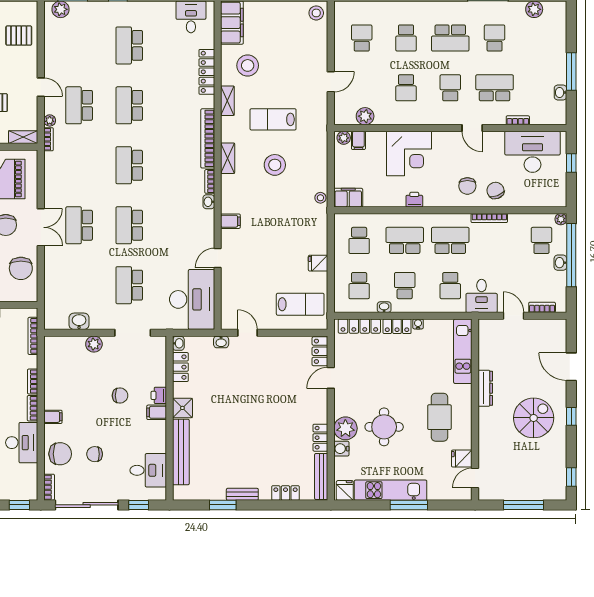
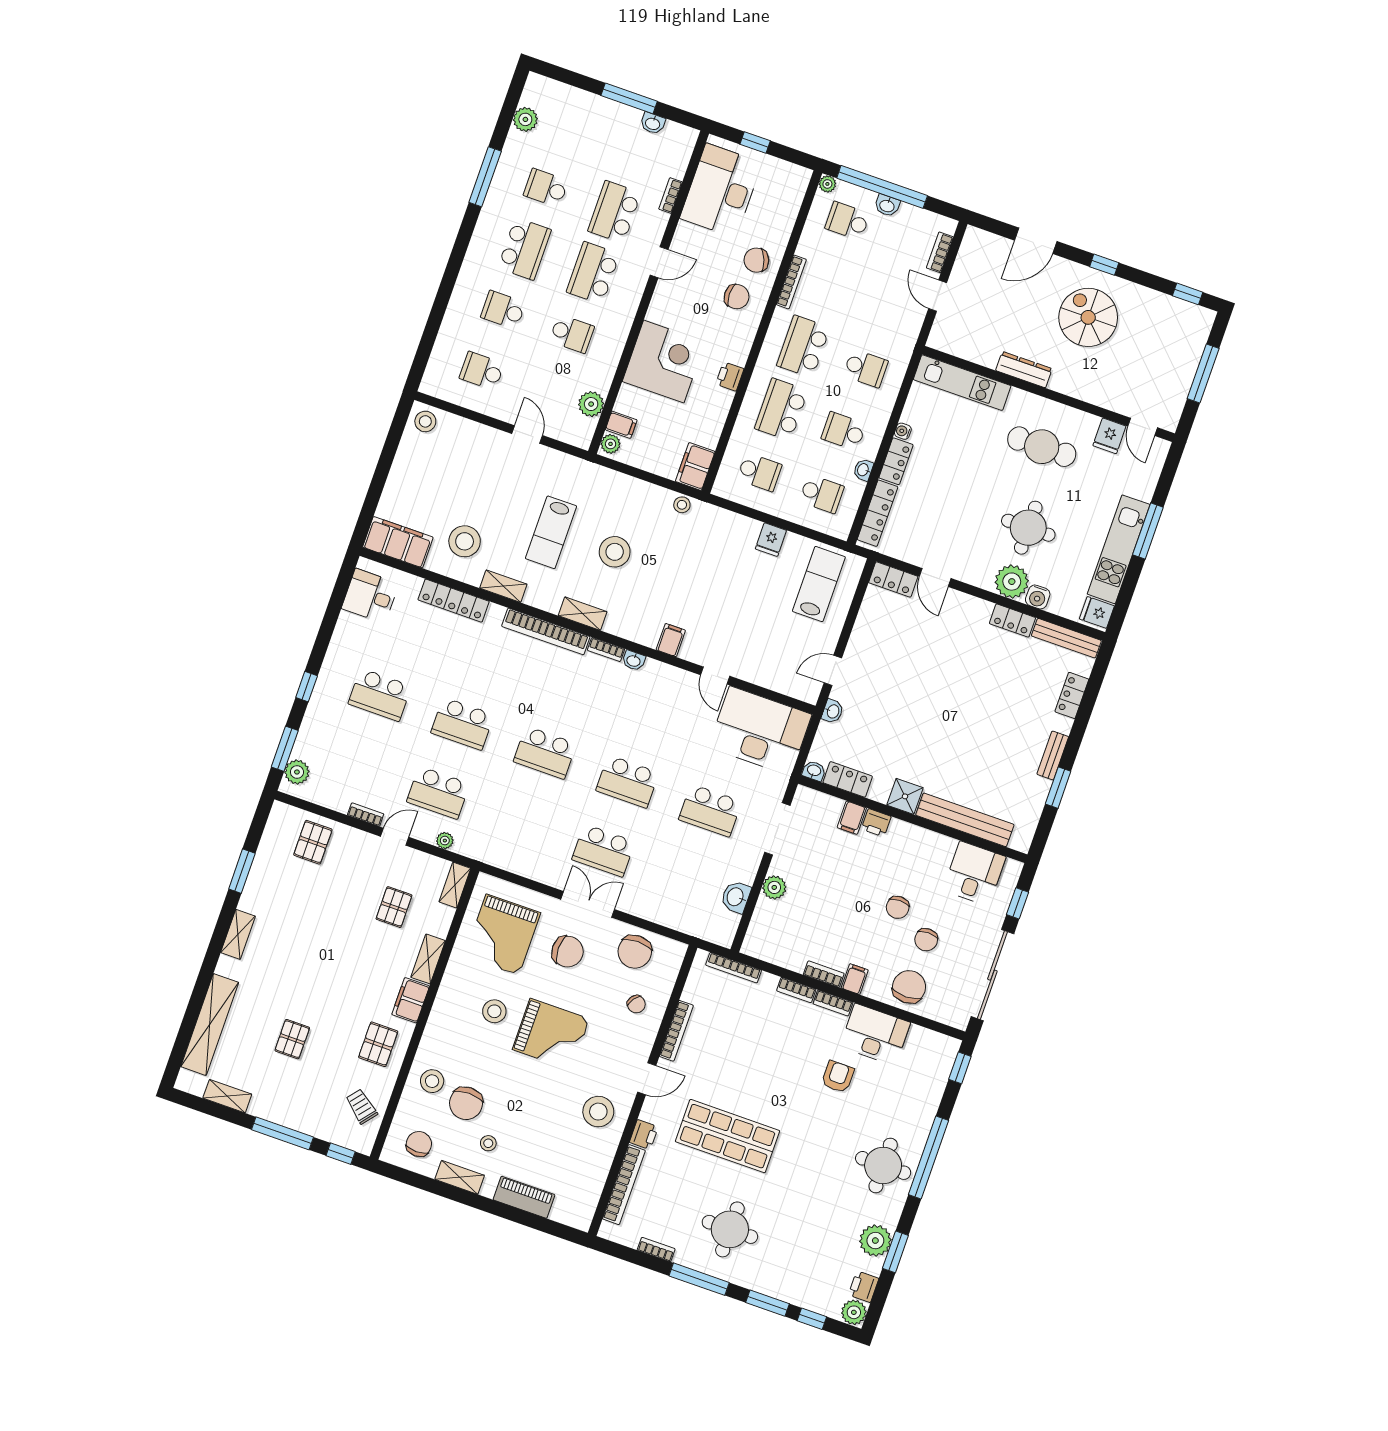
school desk: (406, 38) -> (503, 310), turned 180
school desk: (450, 88) -> (593, 273), width x1.85
bookcase: (49, 139) -> (366, 815), moved
chair: (21, 268) -> (635, 952), turned 90
desk: (482, 296) -> (895, 330), removed
door: (514, 316) -> (938, 296), hinge flipped
chair: (120, 396) -> (898, 907), moved, turned 180
filing cabinet: (157, 412) -> (852, 818), moved
bookcase: (49, 487) -> (824, 974), moved

